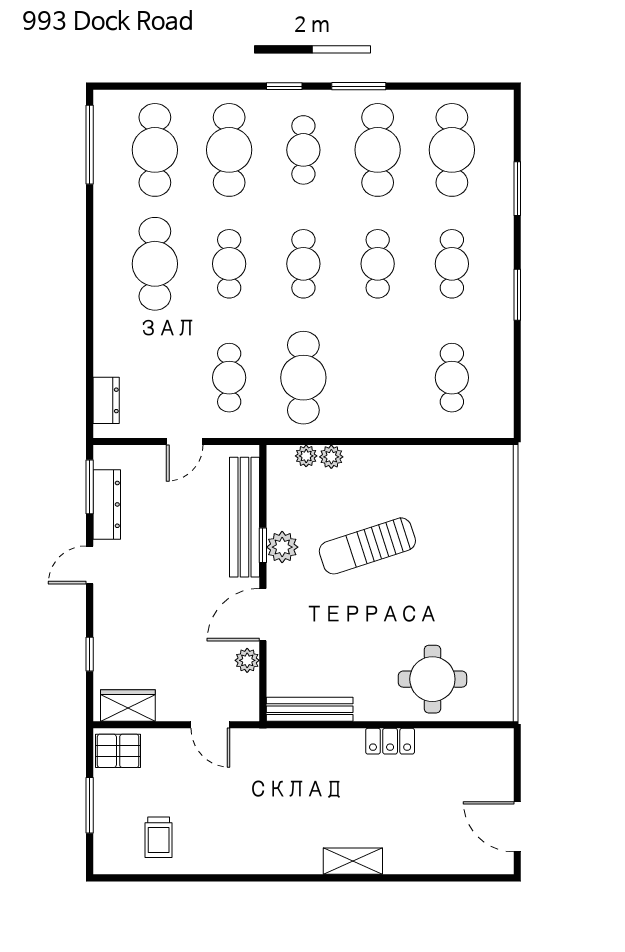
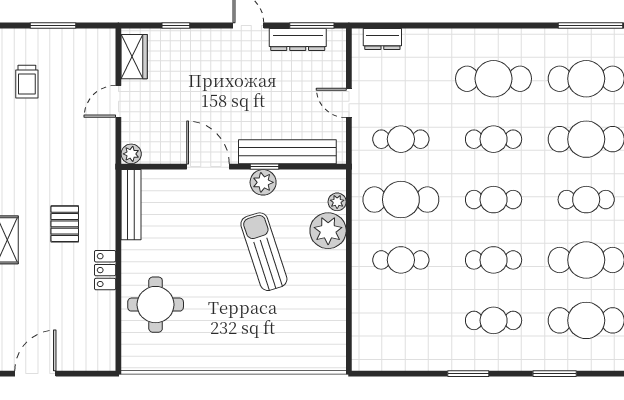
cafe table: (452, 378) -> (401, 260), moved
plant: (331, 457) -> (328, 231), width x1.88, depth x1.88
plant: (247, 660) -> (131, 154), moved
door: (210, 725) -> (118, 101), moved
pallet: (118, 751) -> (65, 224), moved
trolley: (159, 837) -> (27, 82), turned -90

